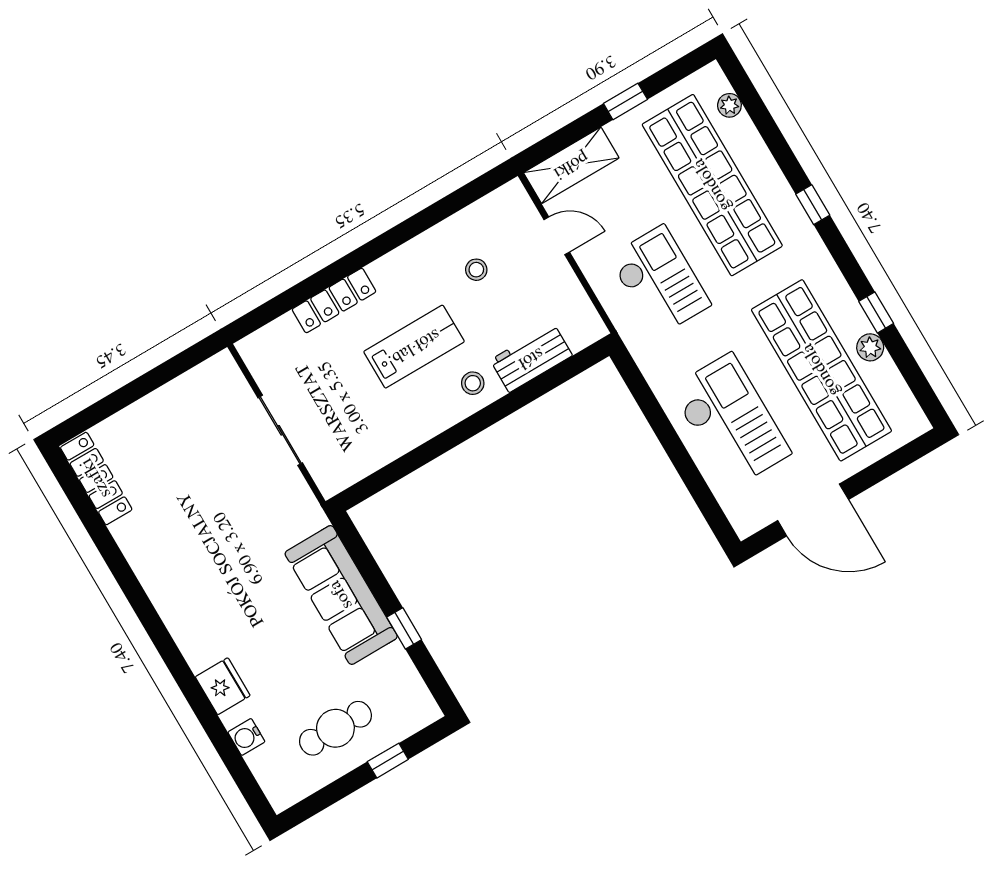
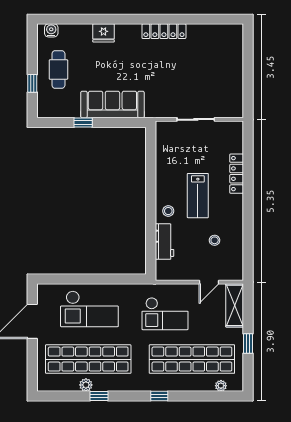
locker: (96, 478) -> (164, 31), moved
water cooler: (246, 737) -> (51, 30), moved

